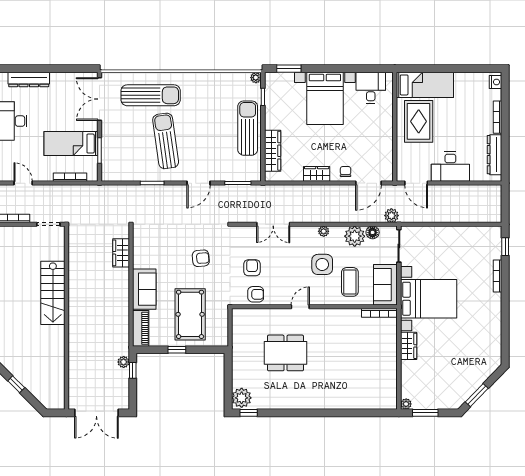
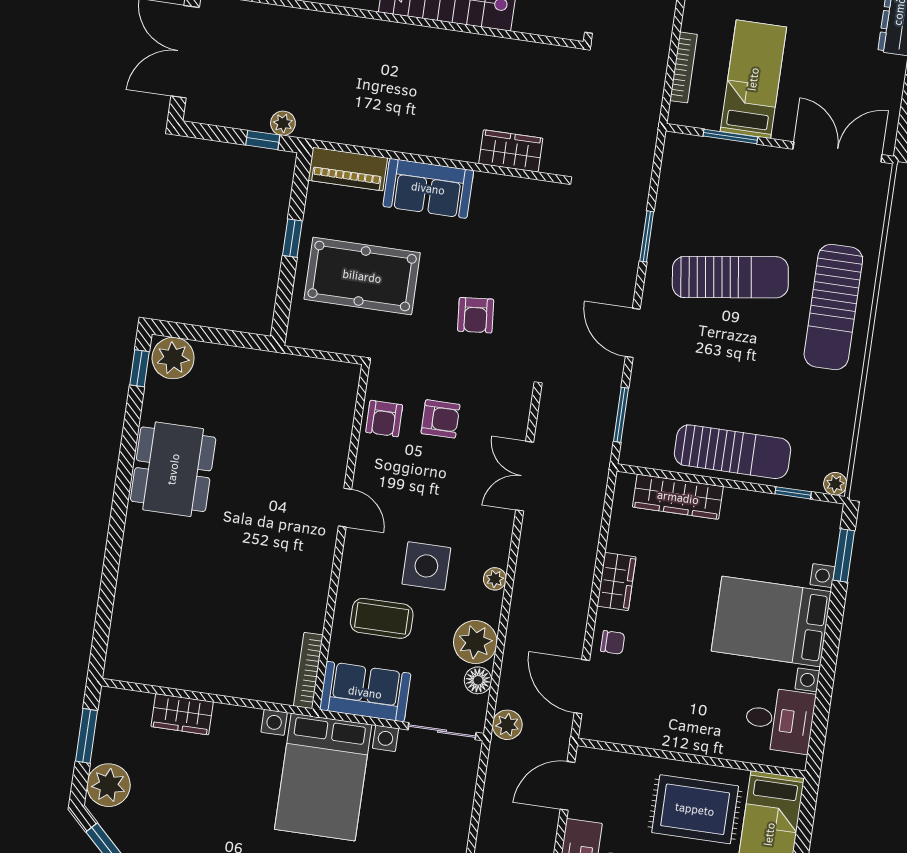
sun lounger: (151, 95) -> (833, 307), moved
wardrobe: (409, 346) -> (182, 714), moved
dining table: (285, 353) -> (173, 469), moved
plant: (406, 404) -> (108, 785), moved, width x1.88, depth x1.88

